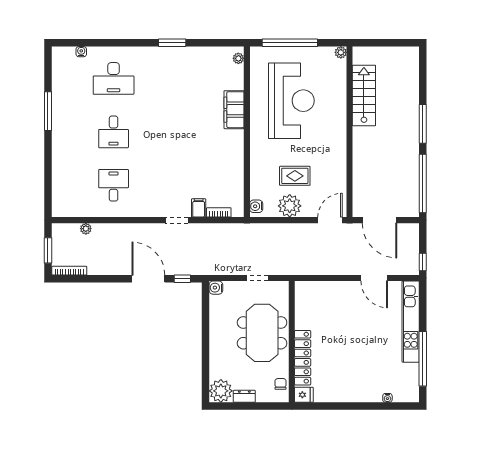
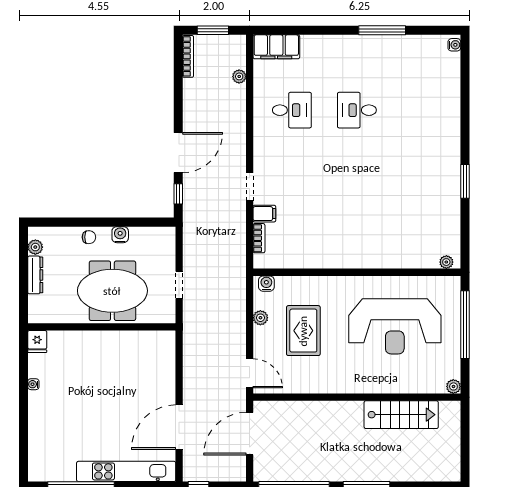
water cooler: (81, 52) -> (454, 45), moved
desk: (114, 78) -> (422, 110), removed
filing cabinet: (234, 110) -> (276, 47), moved, turned 180
rug: (295, 176) -> (303, 331), width x1.36, depth x1.43
plant: (290, 206) -> (260, 318), width x0.53, depth x0.53
door: (374, 278) -> (179, 427), width x1.36
water cooler: (216, 288) -> (120, 235), moved
locker: (303, 358) -> (82, 340), removed
chair: (281, 384) -> (89, 237), moved
plant: (221, 391) -> (35, 247), width x0.53, depth x0.53
dresser: (244, 396) -> (35, 275), width x1.44
water cooler: (387, 398) -> (33, 384), moved

